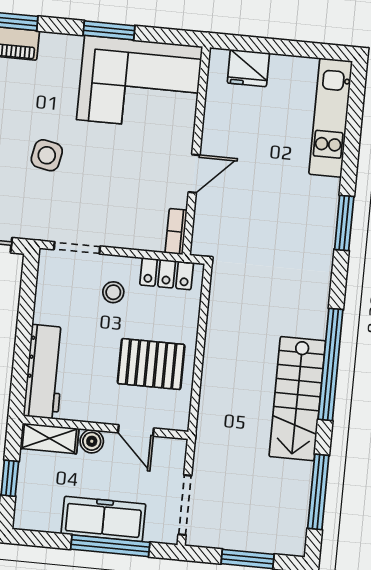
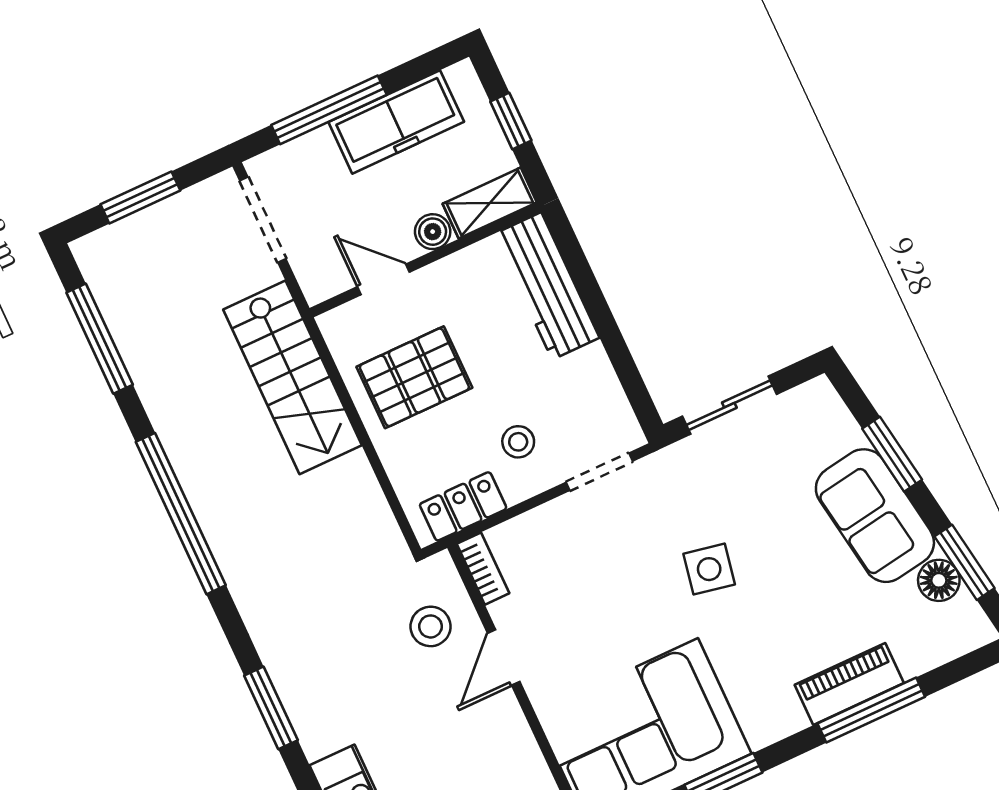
stool: (226, 216) -> (431, 626), added
stairs: (297, 399) -> (292, 377), moved, turned 180
freezer: (103, 519) -> (396, 122), moved

